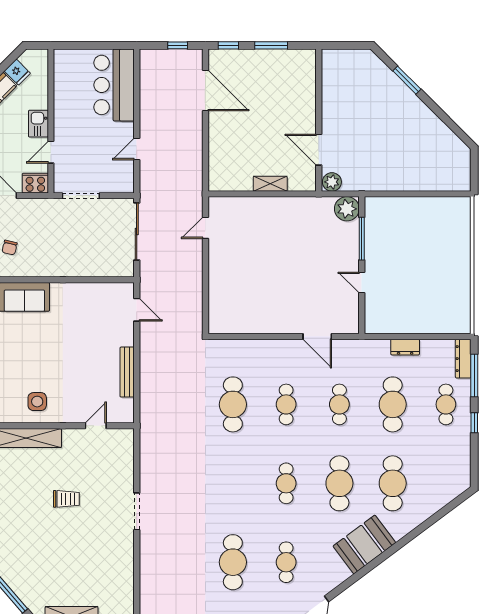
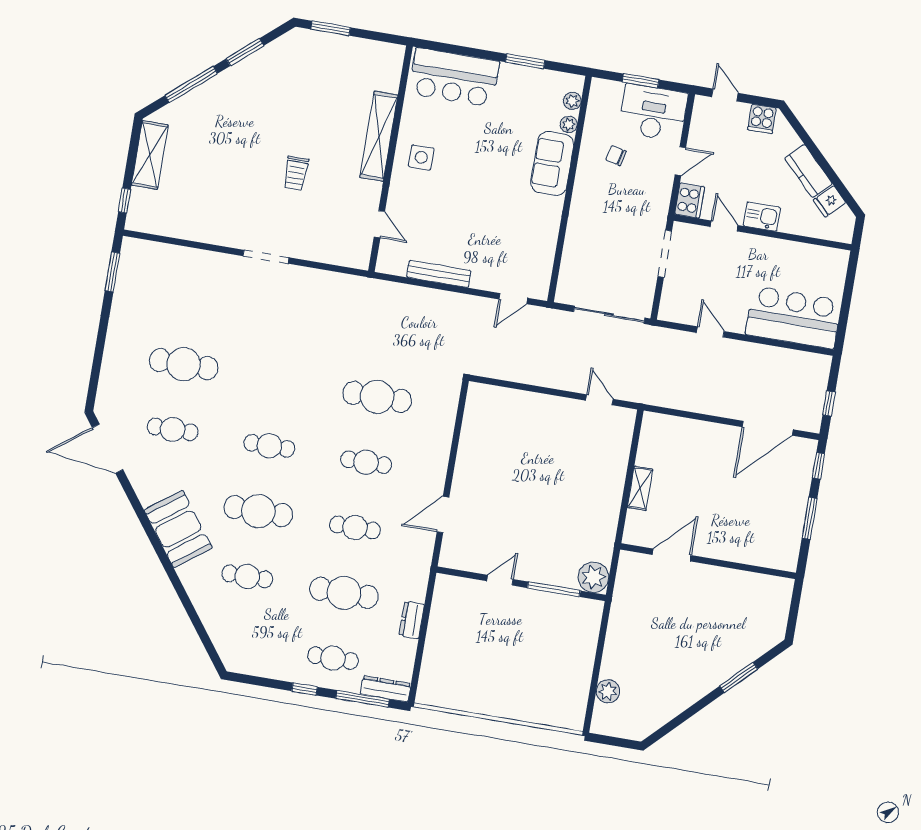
plant: (332, 182) -> (608, 691), moved
cafe table: (393, 483) -> (247, 576), width x0.73, depth x0.74

